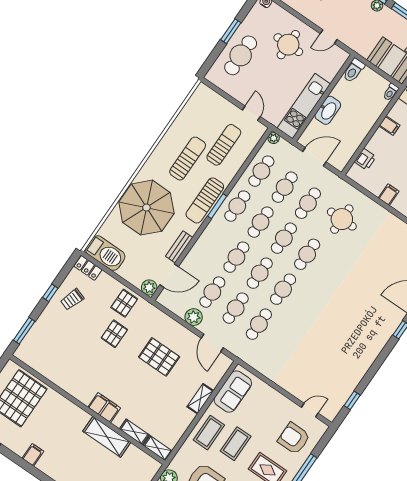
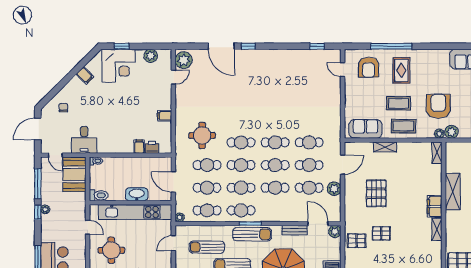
kitchen unit: (304, 106) -> (135, 212), width x1.36
filing cabinet: (389, 126) -> (139, 147), moved
shelving: (134, 432) -> (437, 229), moved
plant: (176, 464) -> (439, 134), added

